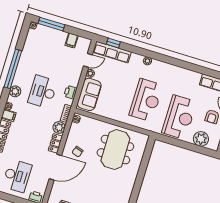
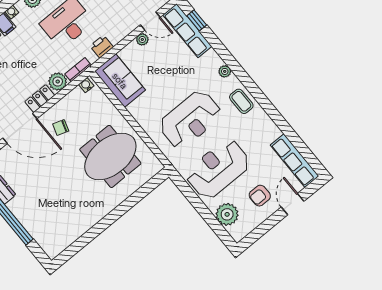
coffee table: (167, 71) -> (241, 101), added
sofa: (89, 94) -> (120, 81), moved, turned -90
reception desk: (179, 117) -> (218, 169), turned 180

